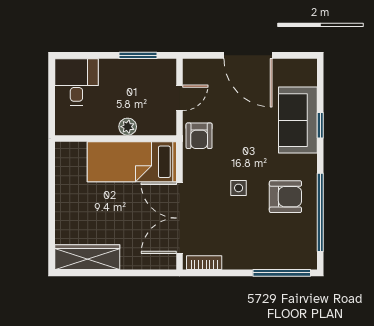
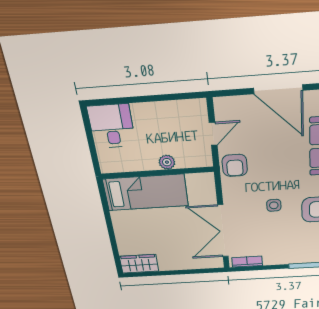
window: (138, 55) -> (168, 97), removed
bed: (132, 162) -> (146, 193), moved, turned 180
wardrobe: (87, 257) -> (139, 264), width x0.67

